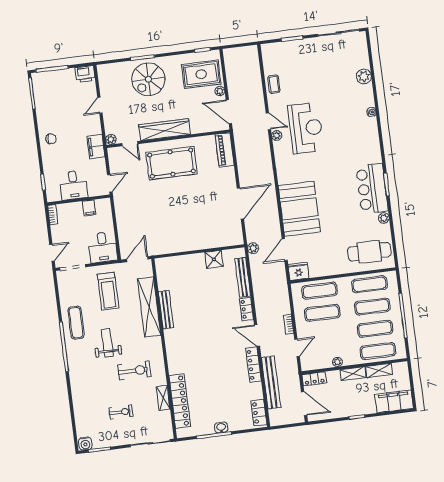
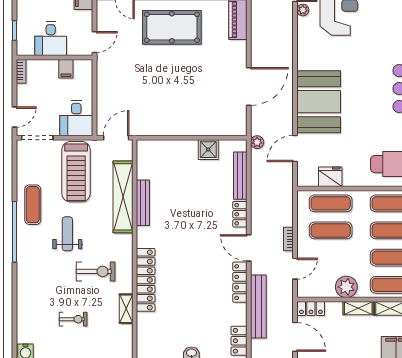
fridge: (299, 271) -> (330, 177), moved
treadmill: (108, 291) -> (76, 172), width x1.37, depth x1.38
plant: (337, 362) -> (346, 287), width x1.87, depth x1.87
locker: (180, 401) -> (146, 280), moved

